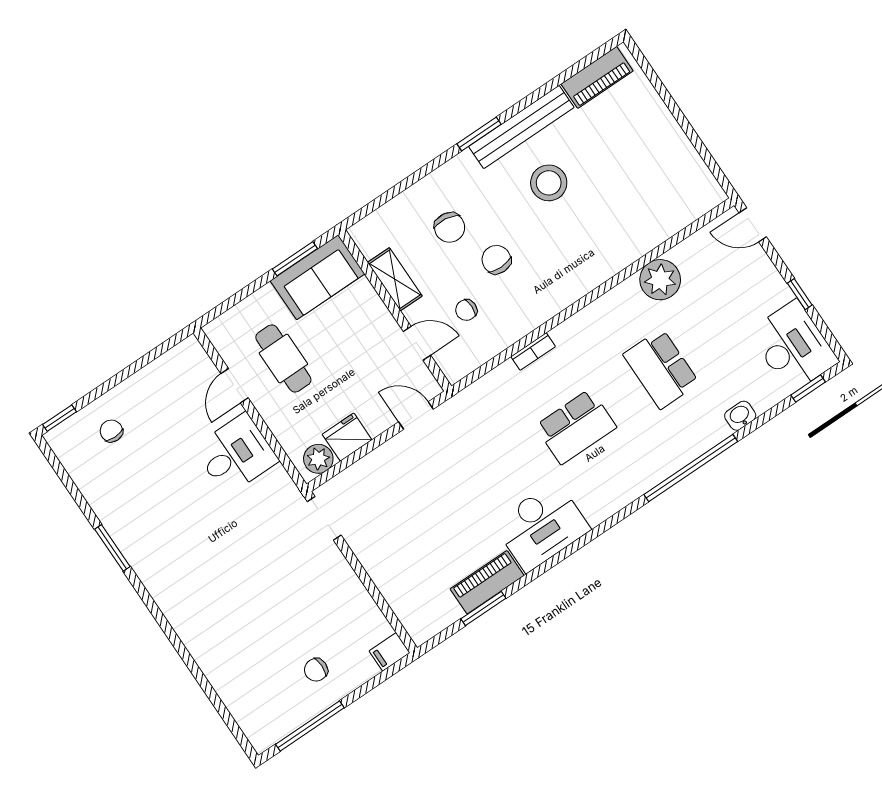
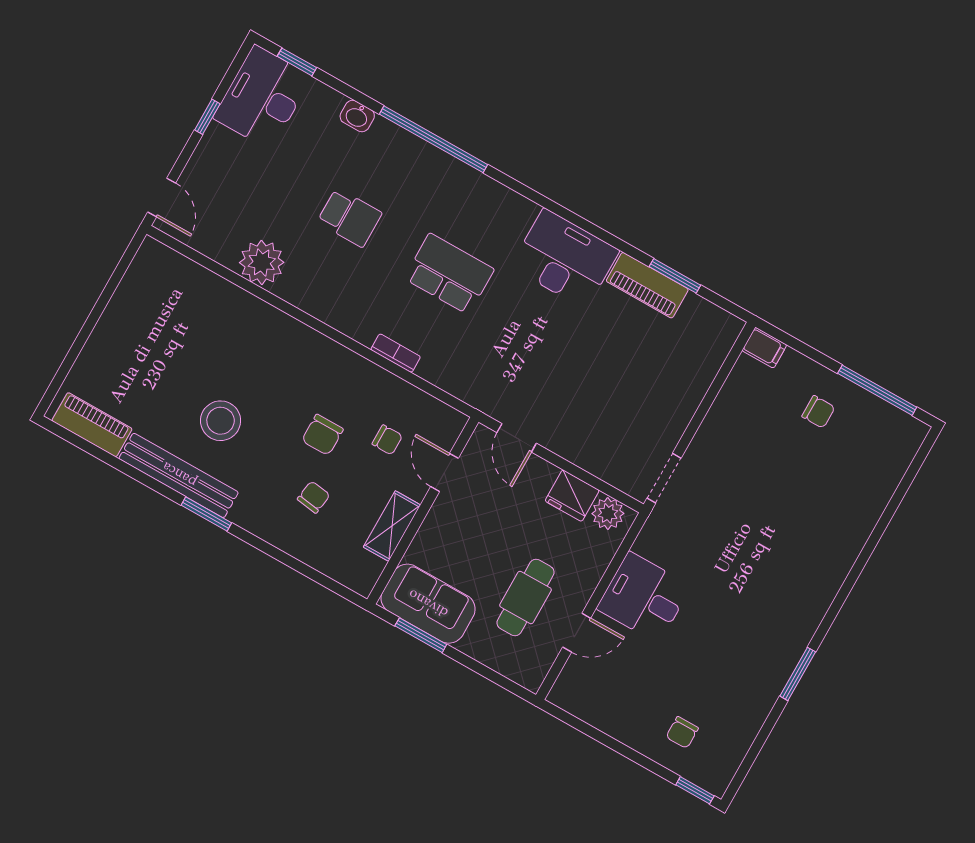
chair: (450, 227) -> (314, 497), width x0.73, depth x0.73
school desk: (661, 369) -> (350, 218), width x0.54

